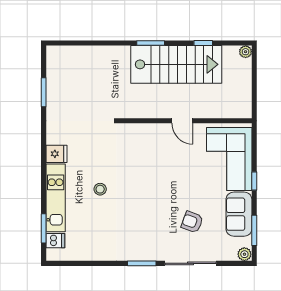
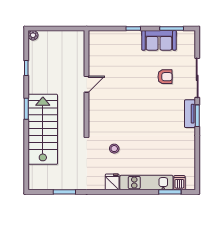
stairs: (176, 64) -> (43, 129), moved
corner sofa: (229, 159) -> (116, 48), removed
stool: (100, 189) -> (114, 149), moved
armchair: (192, 222) -> (165, 77), turned -110
tv unit: (144, 254) -> (190, 114), added
plant: (244, 254) -> (190, 36), removed

